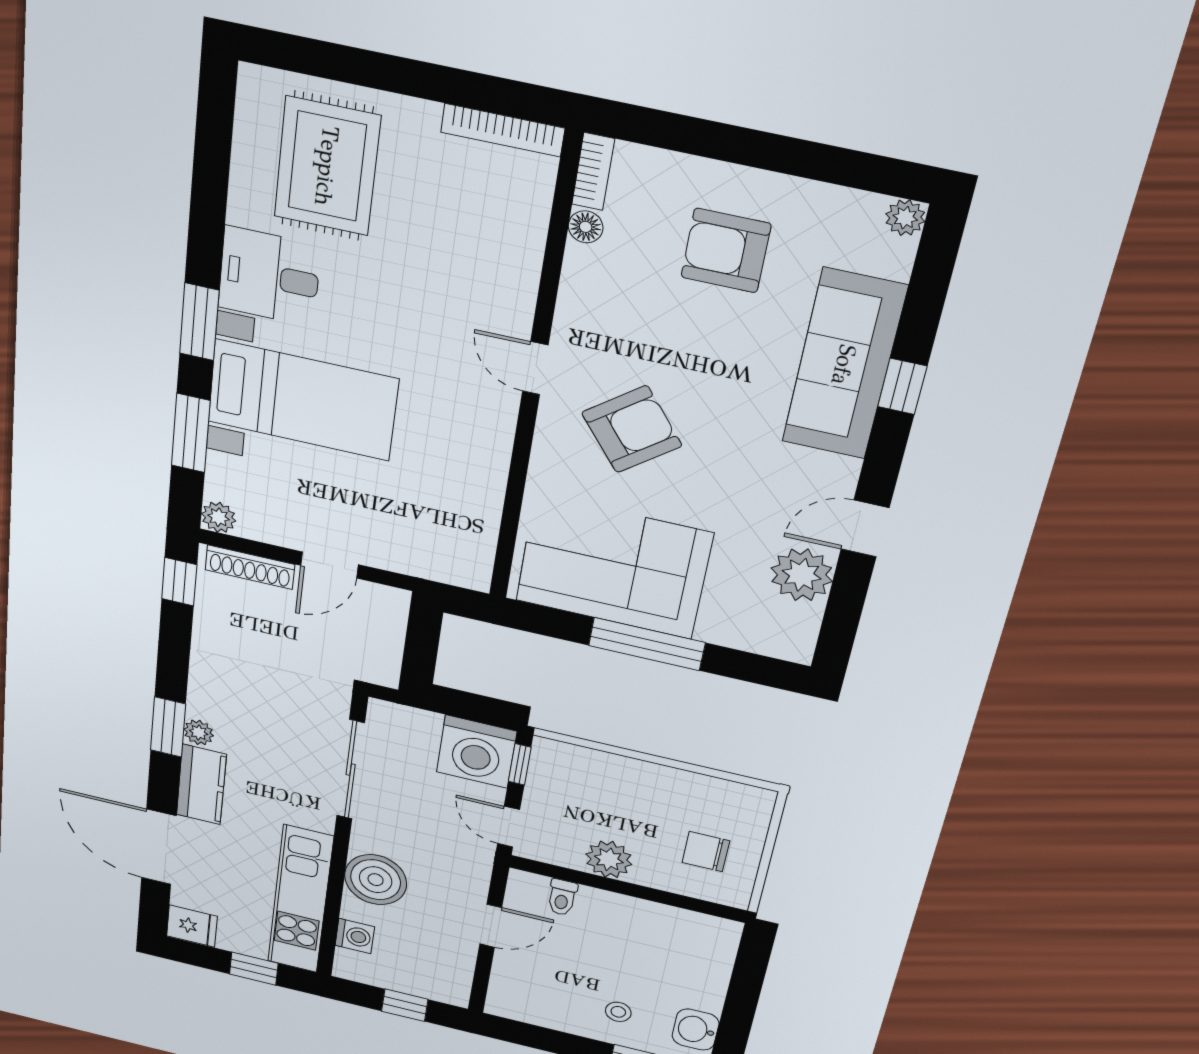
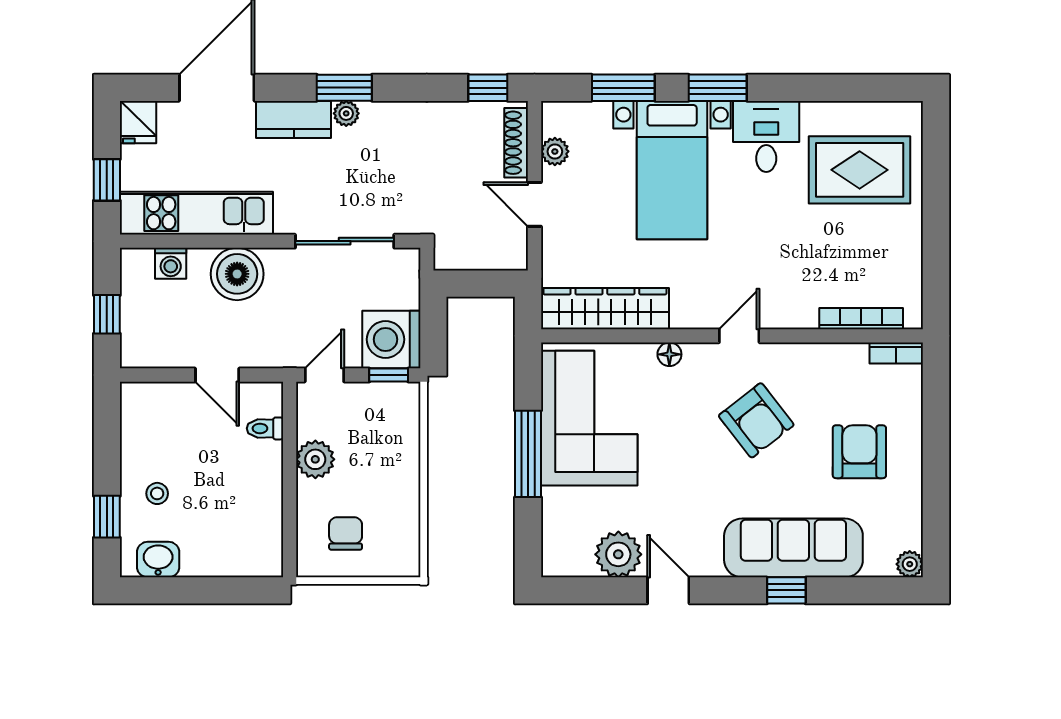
bookcase: (503, 130) -> (861, 319), moved, turned 90
floor lamp: (586, 227) -> (669, 354), moved
armchair: (632, 429) -> (756, 420), moved
plant: (219, 517) -> (555, 151), moved
wardrobe: (474, 517) -> (605, 309), added

